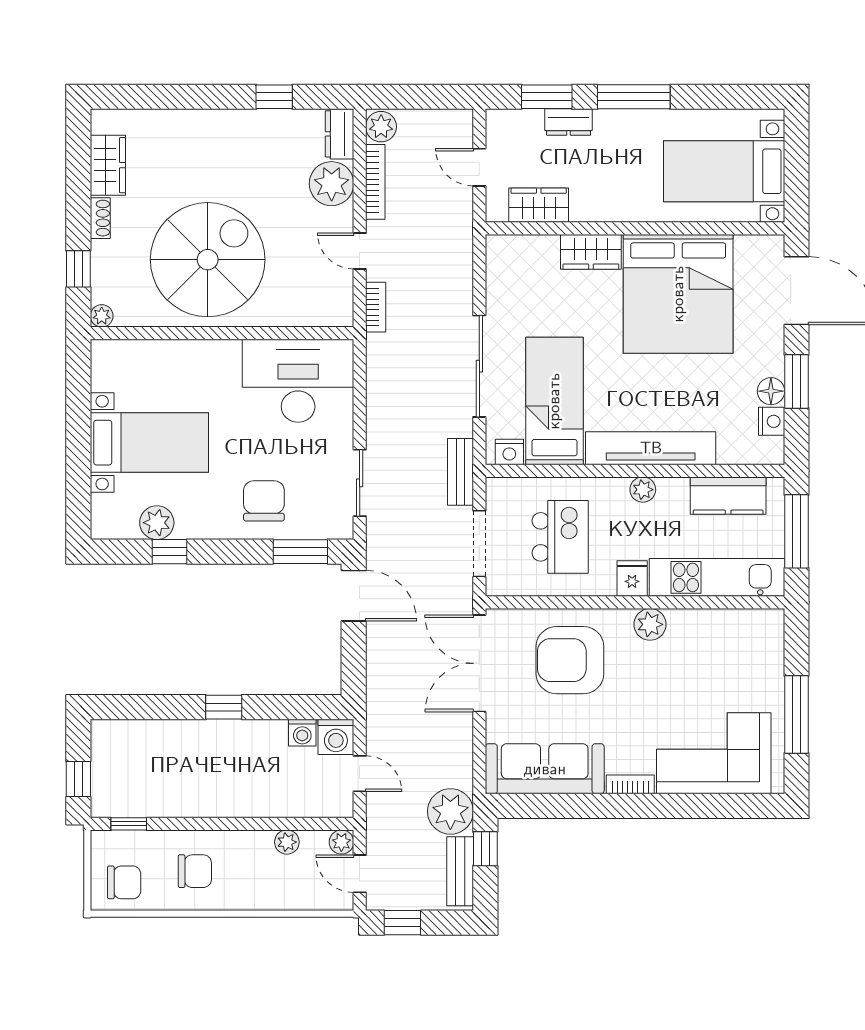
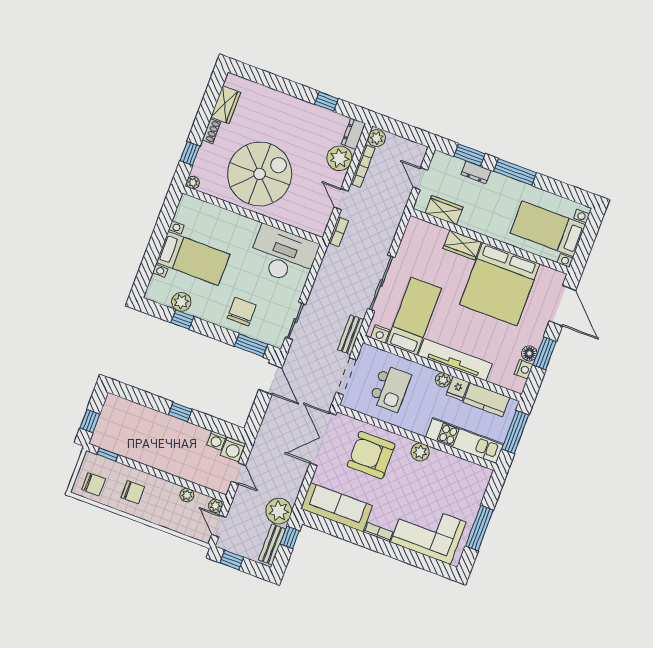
fridge: (632, 579) -> (458, 388), moved, turned 180

